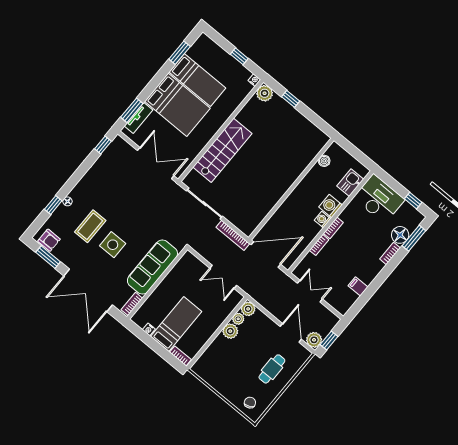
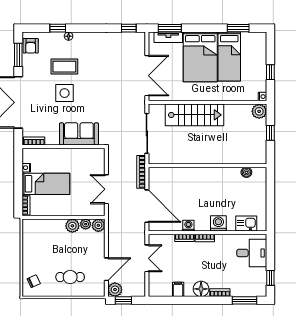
boiler: (324, 161) -> (246, 172), moved
wall: (291, 189) -> (207, 166), moved
desk: (379, 199) -> (252, 253), width x0.73
washing machine: (323, 220) -> (188, 226), moved
floor lamp: (400, 235) -> (201, 289), moved
sofa: (152, 267) -> (79, 134), width x0.73

